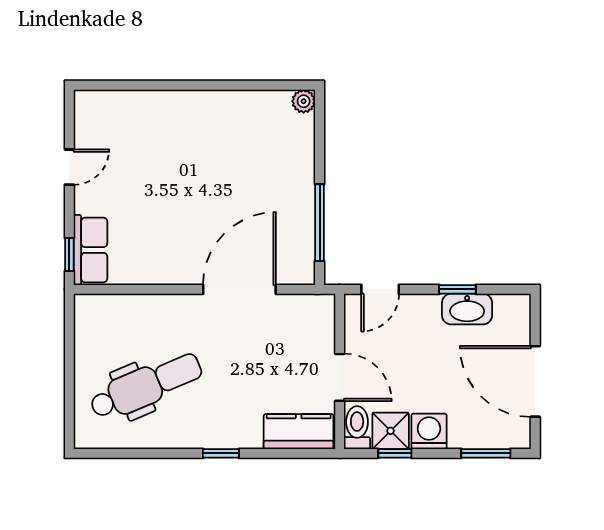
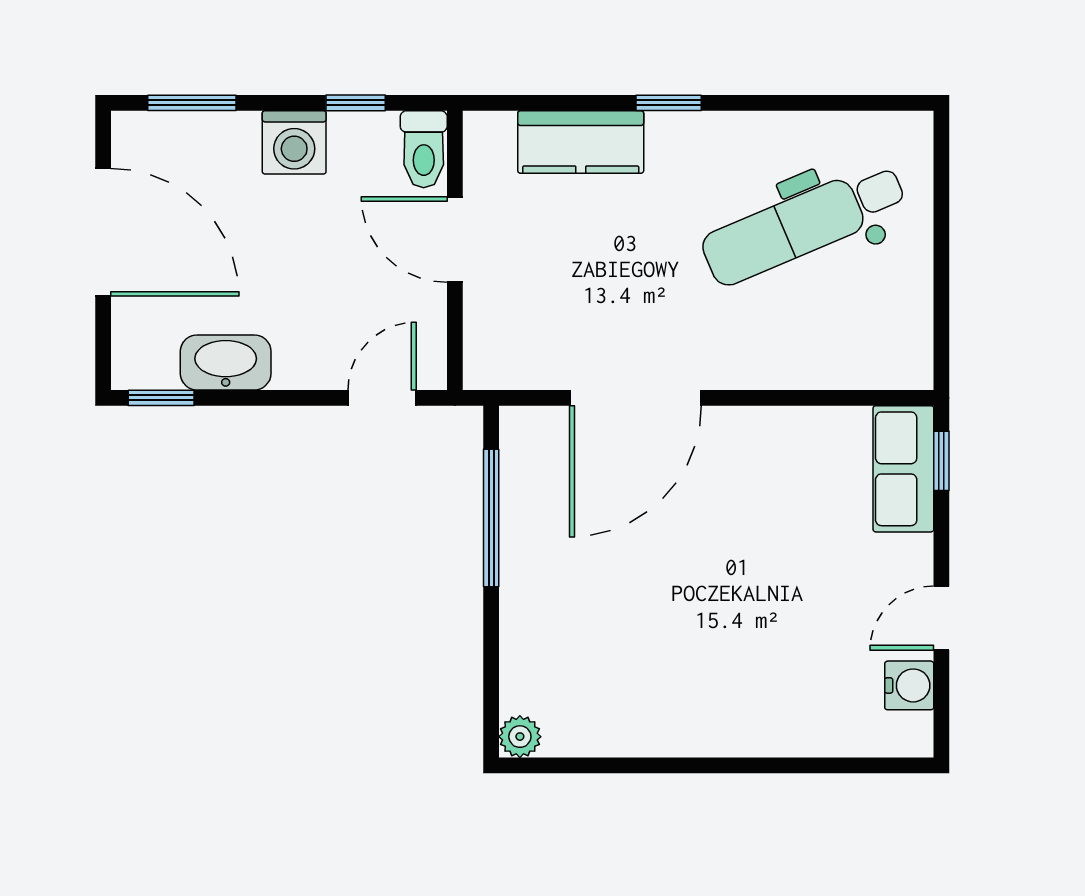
water cooler: (87, 130) -> (909, 685), added
window: (457, 289) -> (161, 398), moved
shower: (391, 431) -> (363, 143), removed
kitchen counter: (299, 432) -> (581, 142), moved

